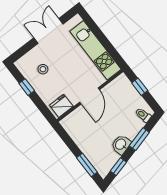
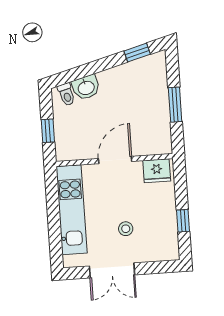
stool: (43, 69) -> (126, 229), moved
window: (139, 139) -> (90, 69), removed
washbasin: (121, 144) -> (86, 87), moved
window: (87, 165) -> (175, 105), moved

